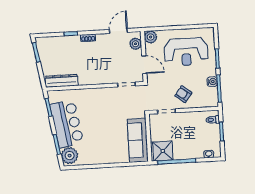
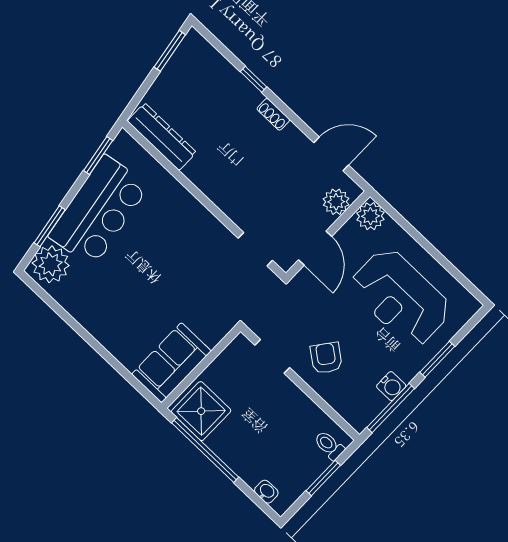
sofa: (138, 140) -> (171, 363), width x0.73

